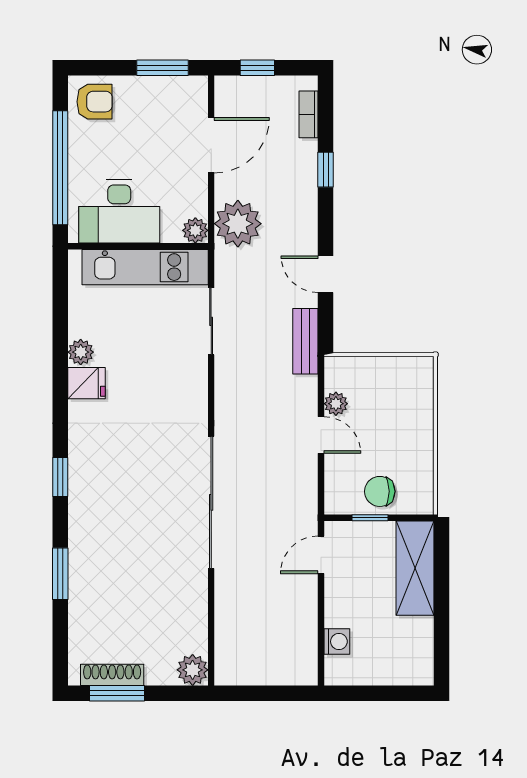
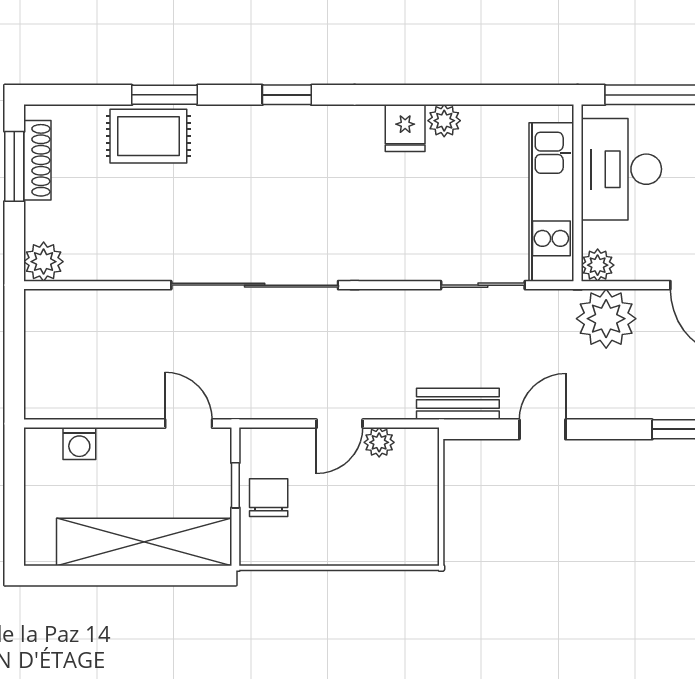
shelving: (415, 568) -> (144, 542), width x1.47
rug: (93, 587) -> (148, 136), added

